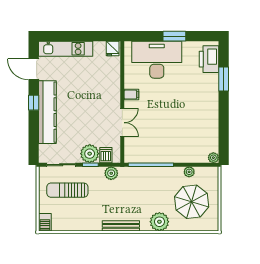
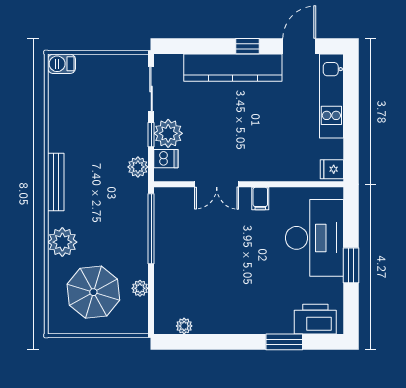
plant: (213, 158) -> (184, 326), moved
sun lounger: (67, 190) -> (112, 99), removed

